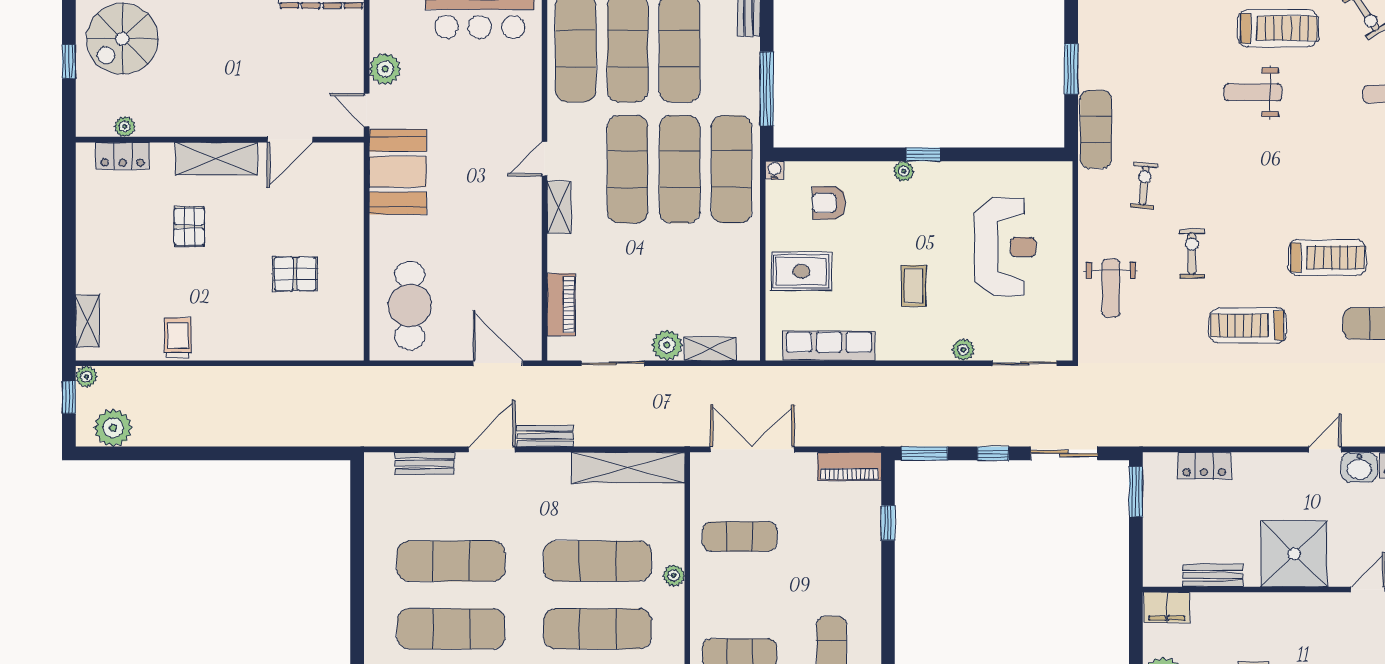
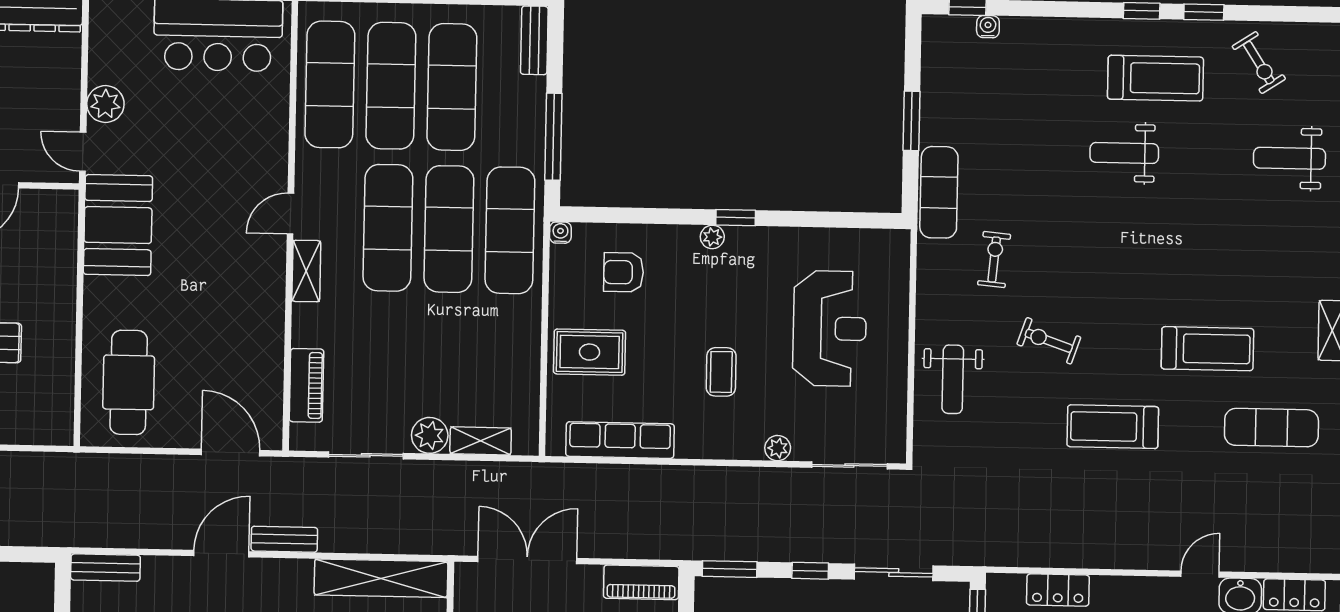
exercise bike: (1192, 254) -> (1049, 341), turned -71
bench: (425, 463) -> (105, 568), moved

